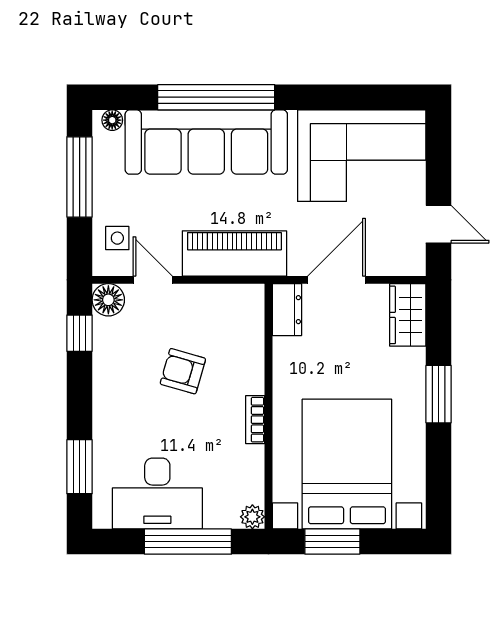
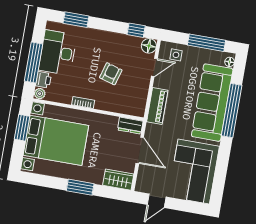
piano: (234, 253) -> (157, 106), width x0.73, depth x0.75
printer: (221, 514) -> (43, 80), added

